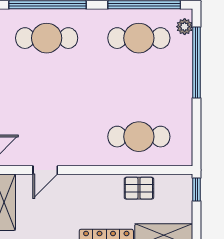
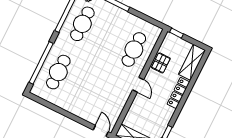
door: (45, 170) -> (138, 85), moved

